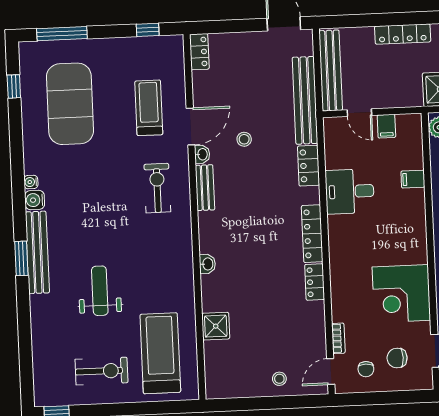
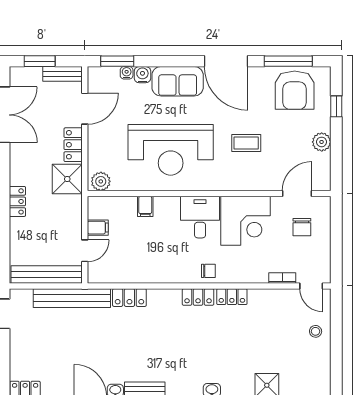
locker: (403, 34) -> (17, 201), width x0.66
stool: (244, 139) -> (104, 353), removed
desk: (350, 191) -> (200, 217), moved, turned 180
locker: (312, 234) -> (198, 297), width x0.66
chair: (366, 369) -> (208, 271), moved

